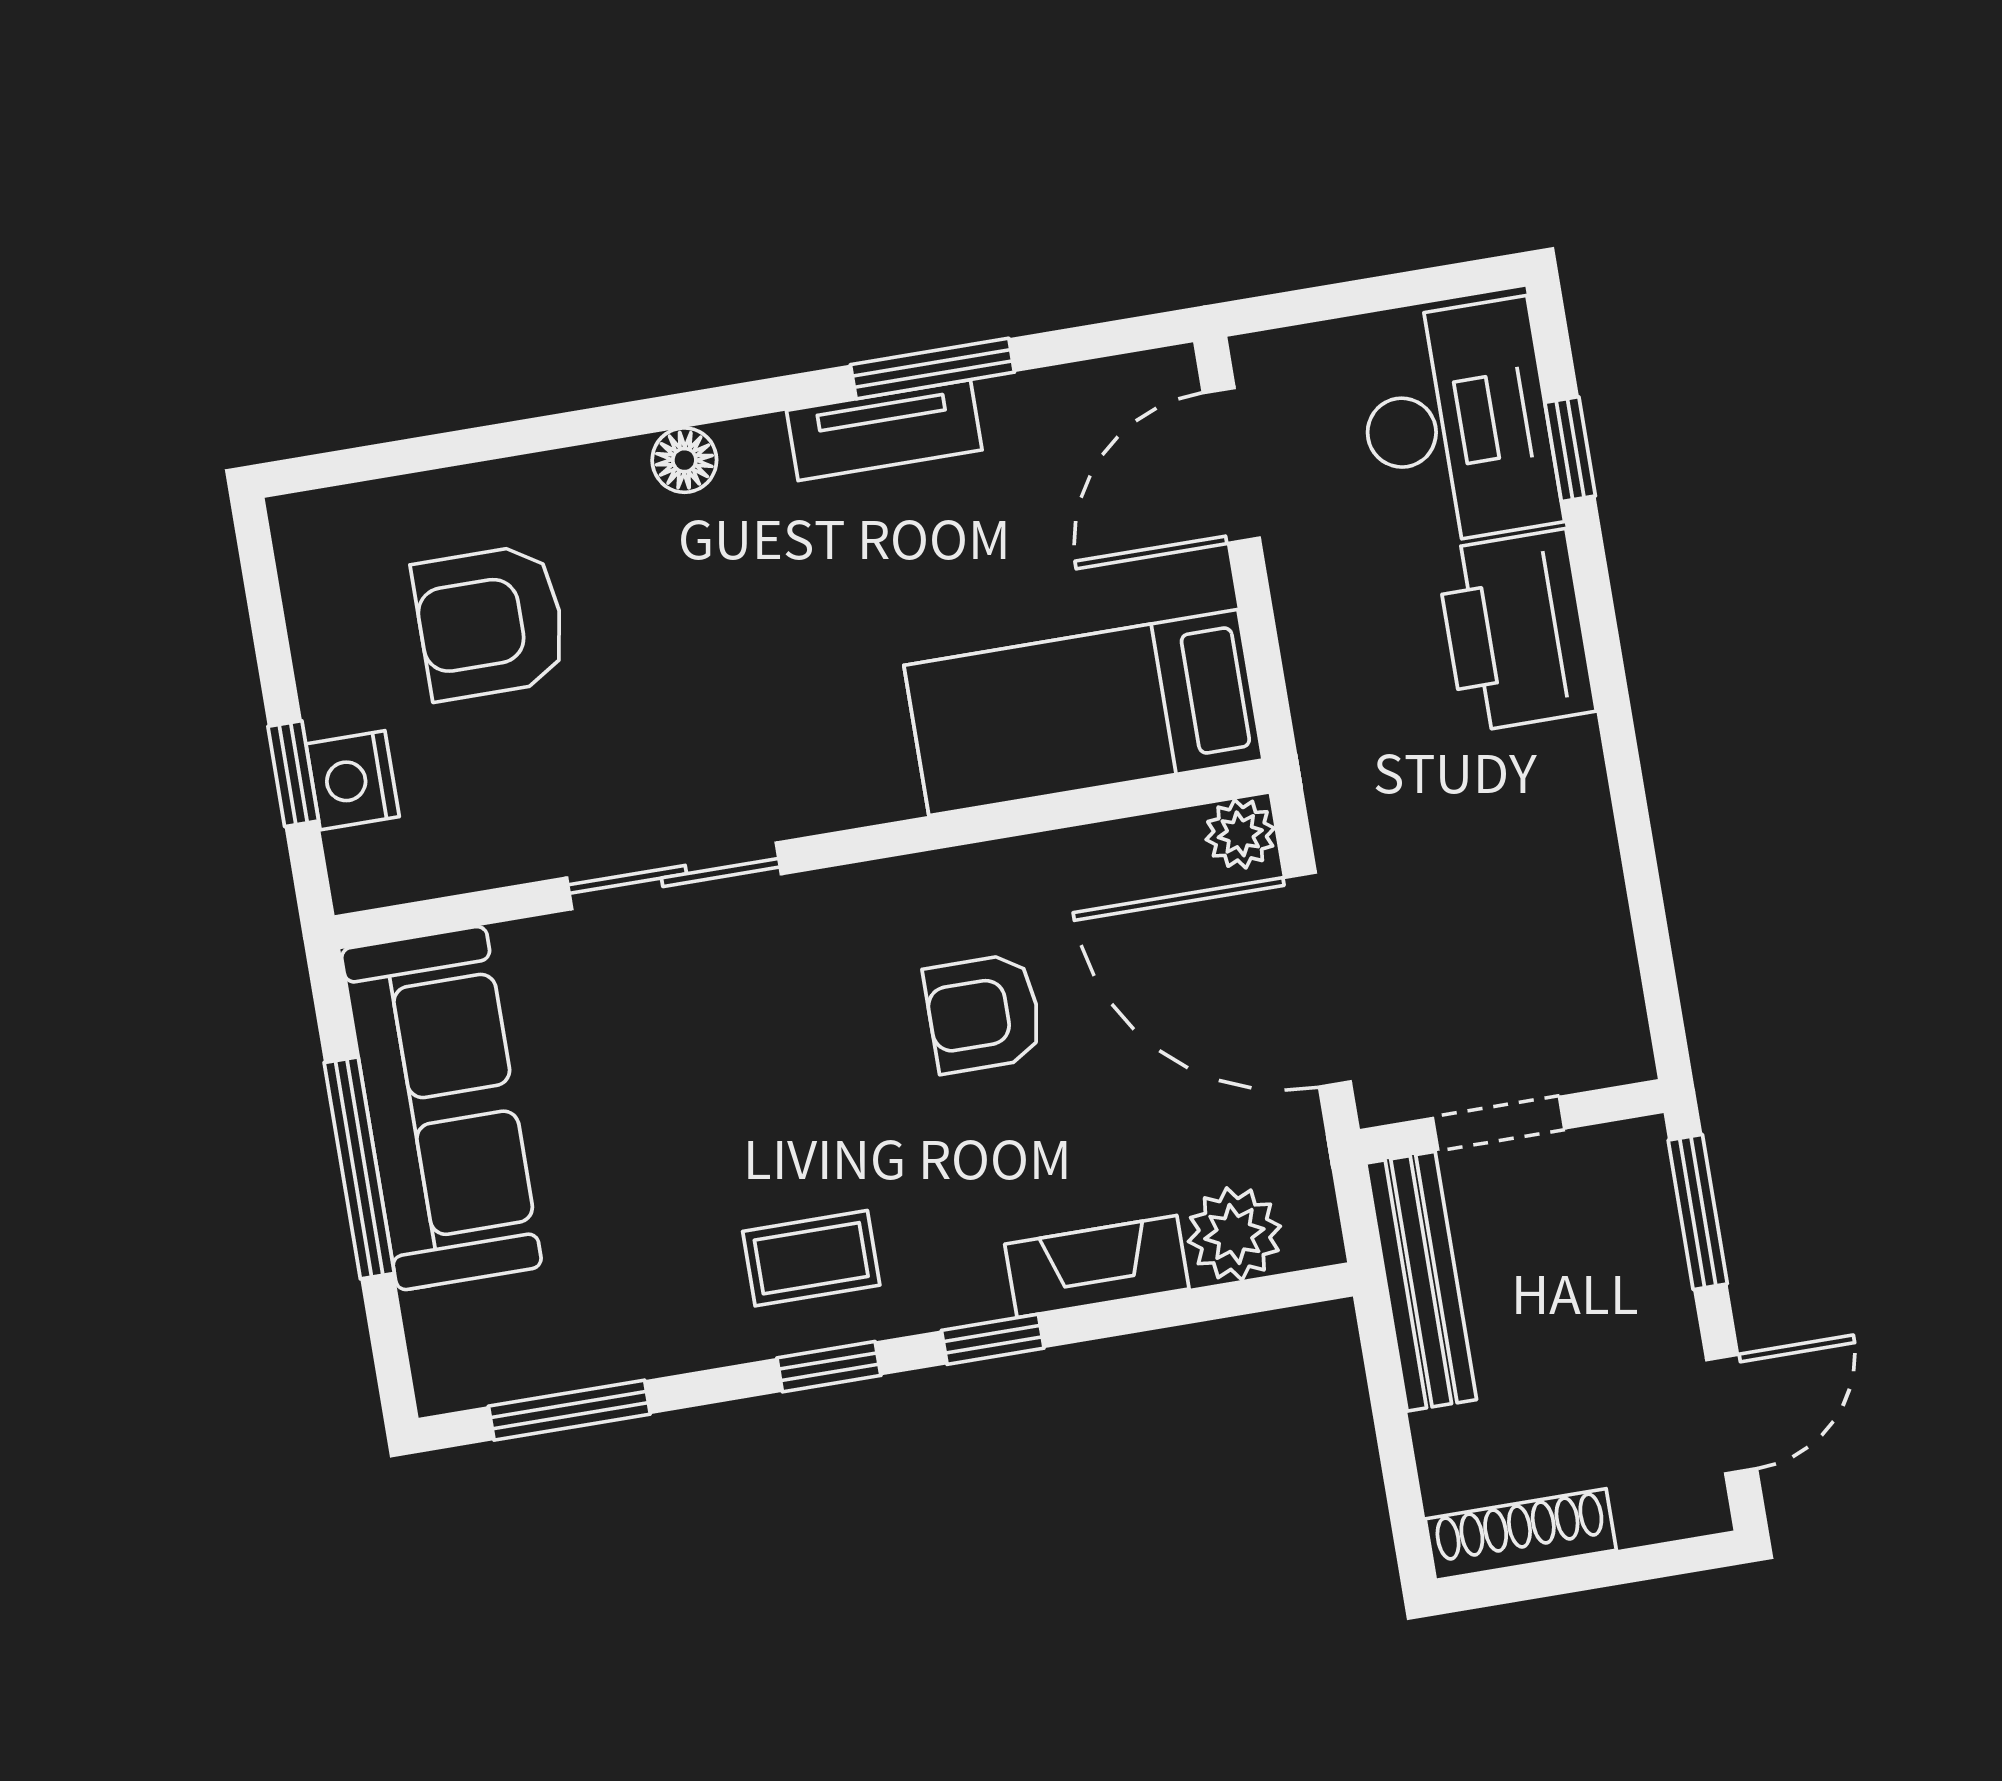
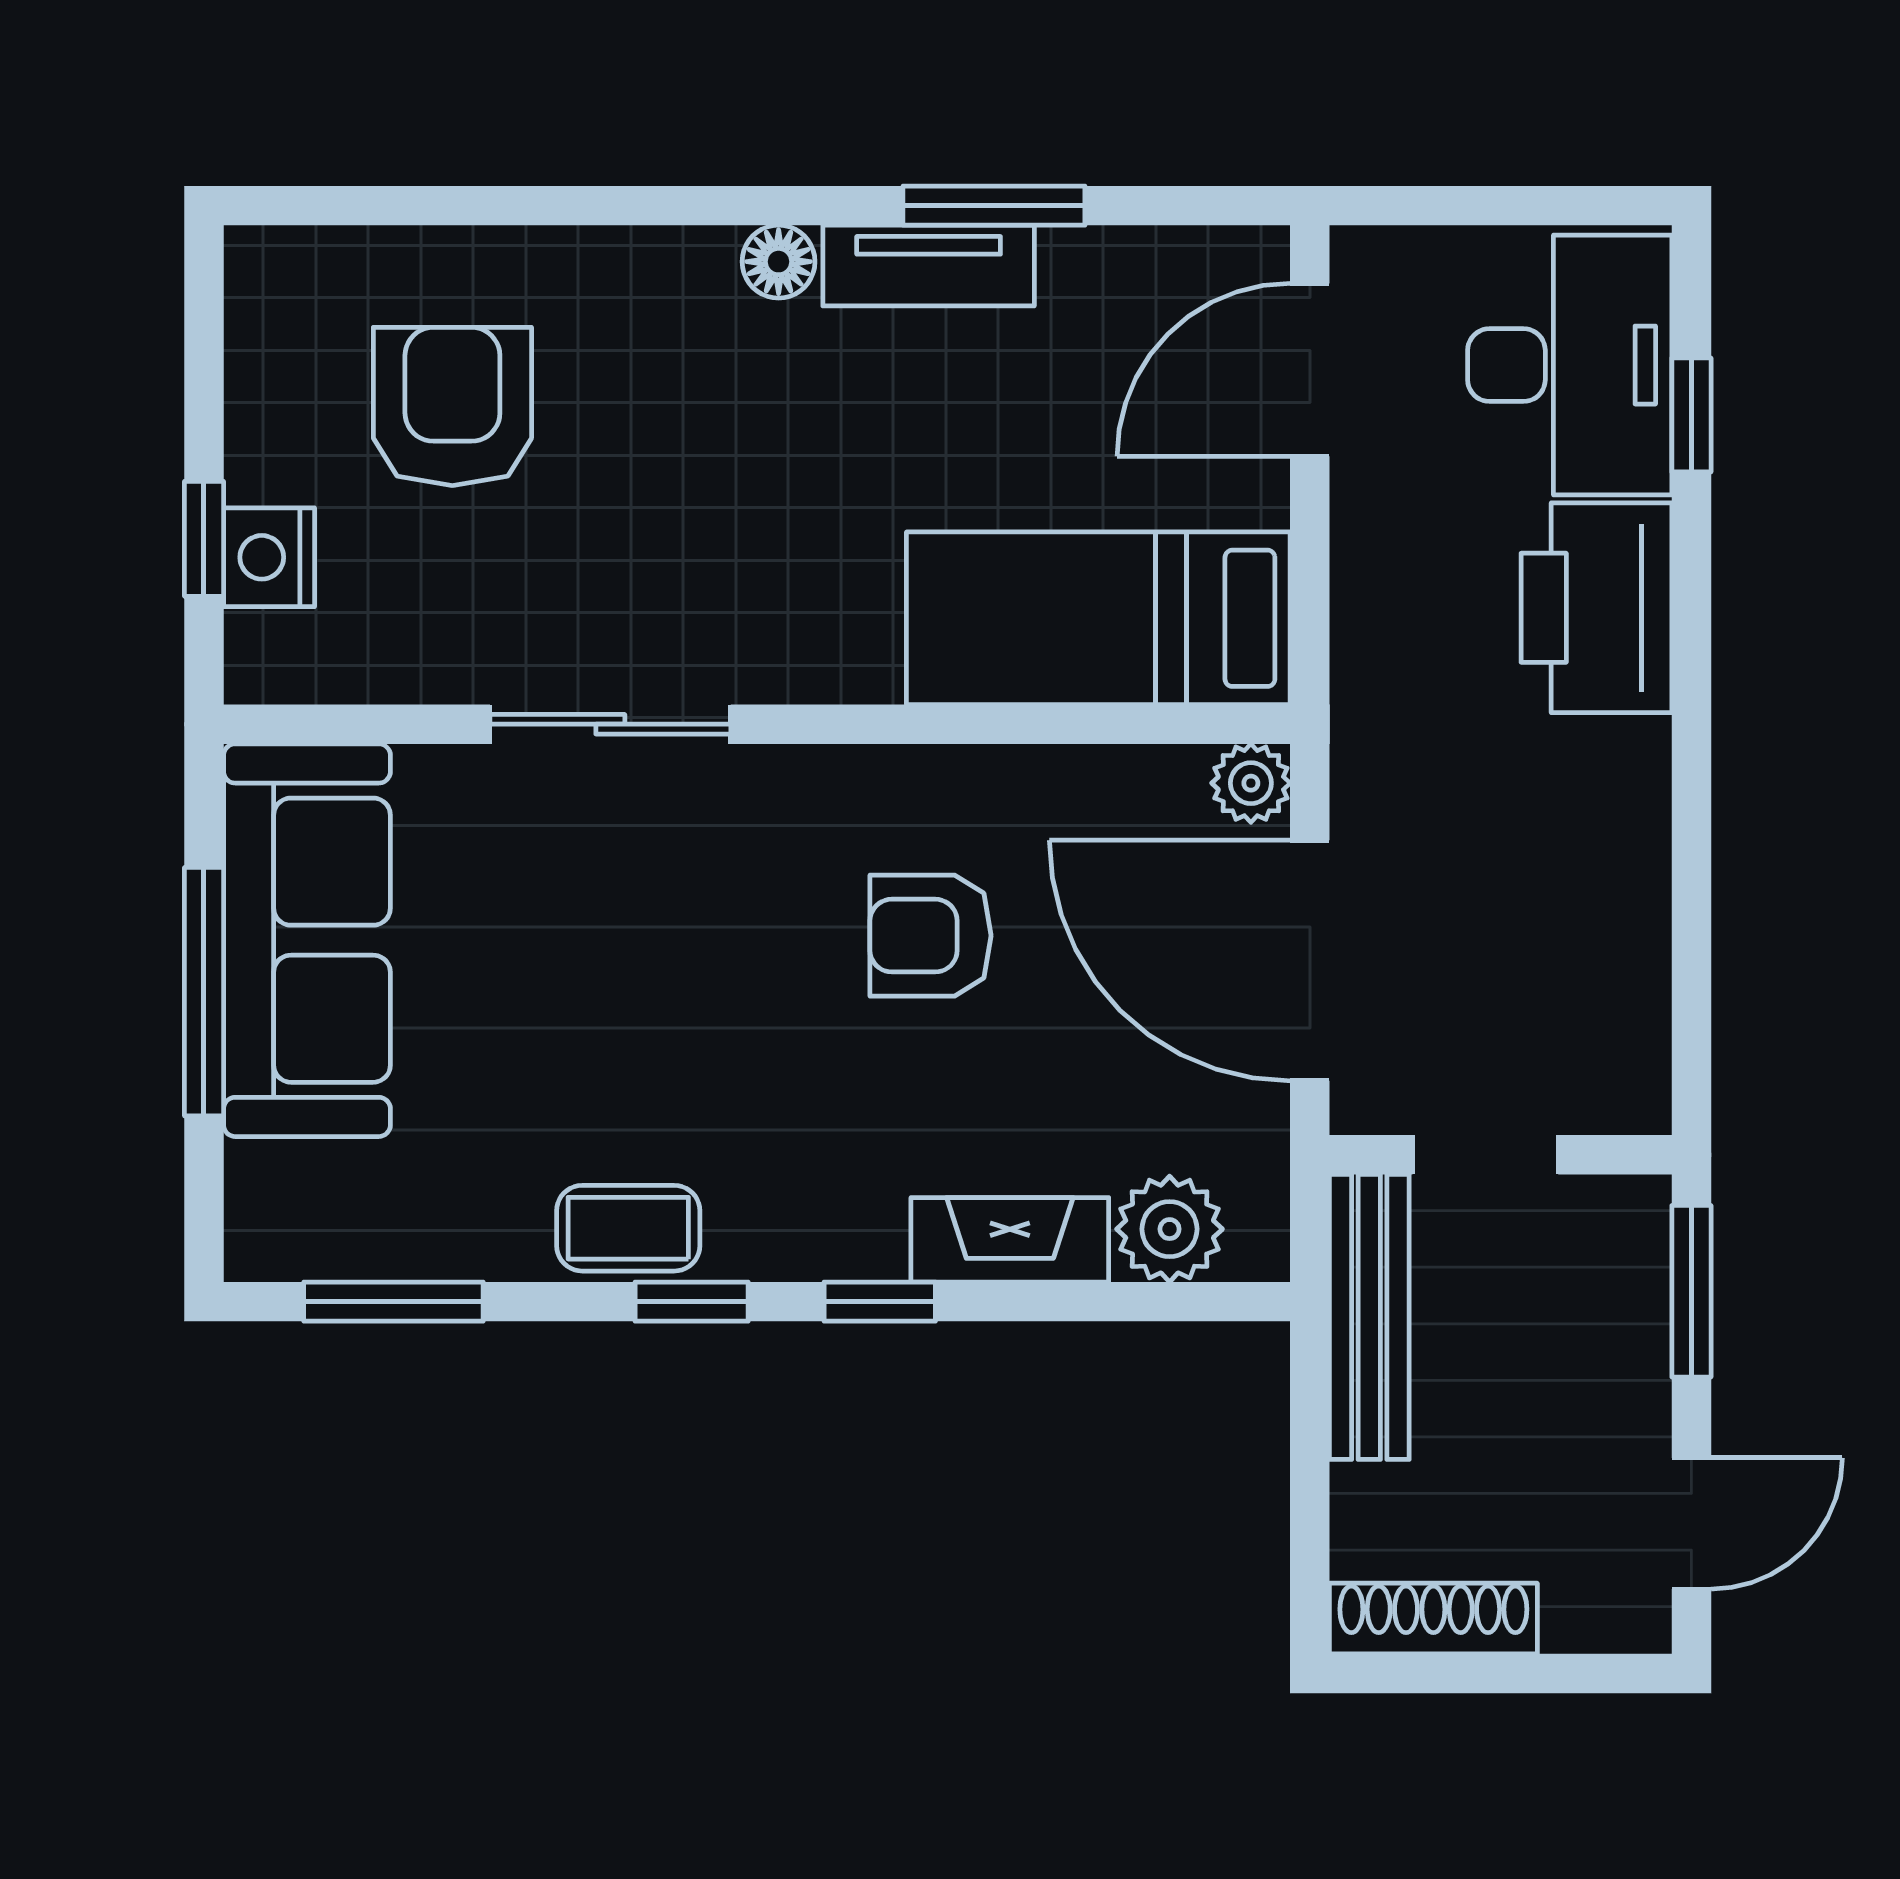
floor lamp: (684, 460) -> (779, 262), moved
armchair: (490, 622) -> (452, 406), turned 90
coffee table: (811, 1258) -> (628, 1228), moved

